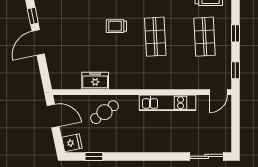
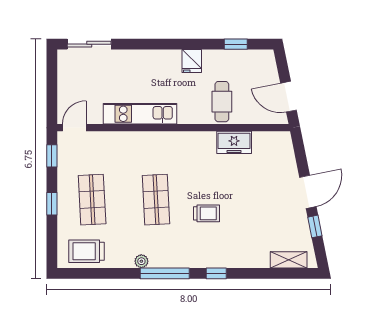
cafe table: (104, 112) -> (222, 102), turned -54
fridge: (72, 143) -> (192, 61), moved, turned -79

